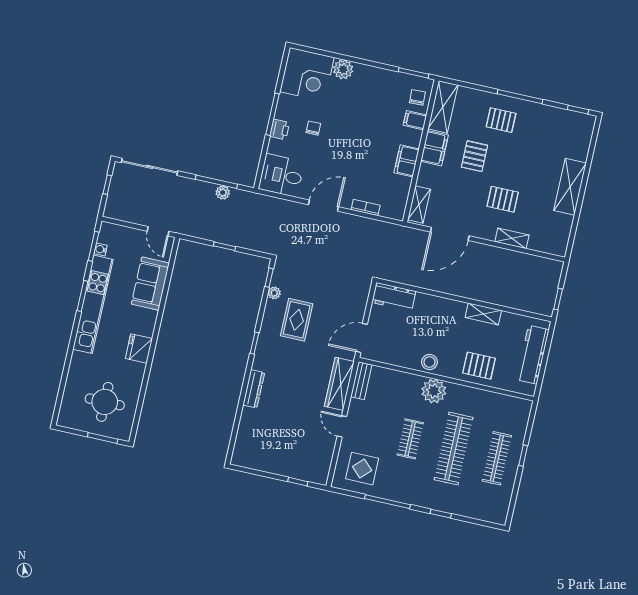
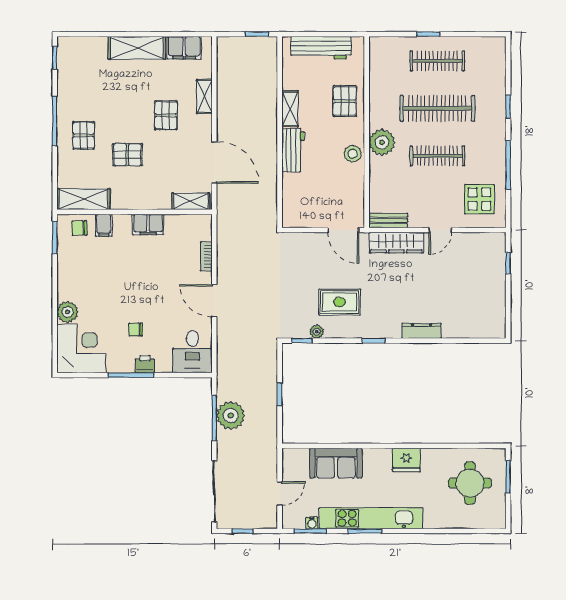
filing cabinet: (434, 148) -> (184, 48), moved, turned 180
plant: (223, 193) -> (231, 416), width x1.87, depth x1.87
door: (158, 231) -> (280, 493), moved
workbench: (394, 297) -> (293, 150), moved
clothes rail: (410, 439) -> (437, 156), width x1.36

